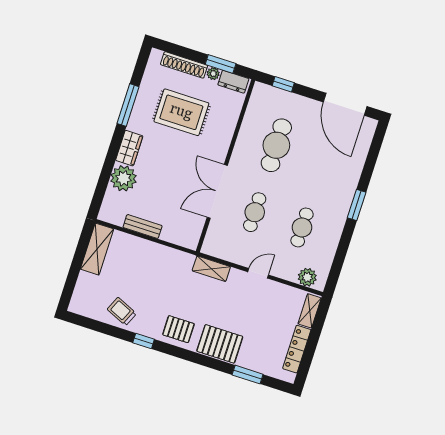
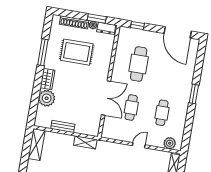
double door: (217, 191) -> (106, 98), swing flipped
shelving: (211, 269) -> (85, 142), moved

